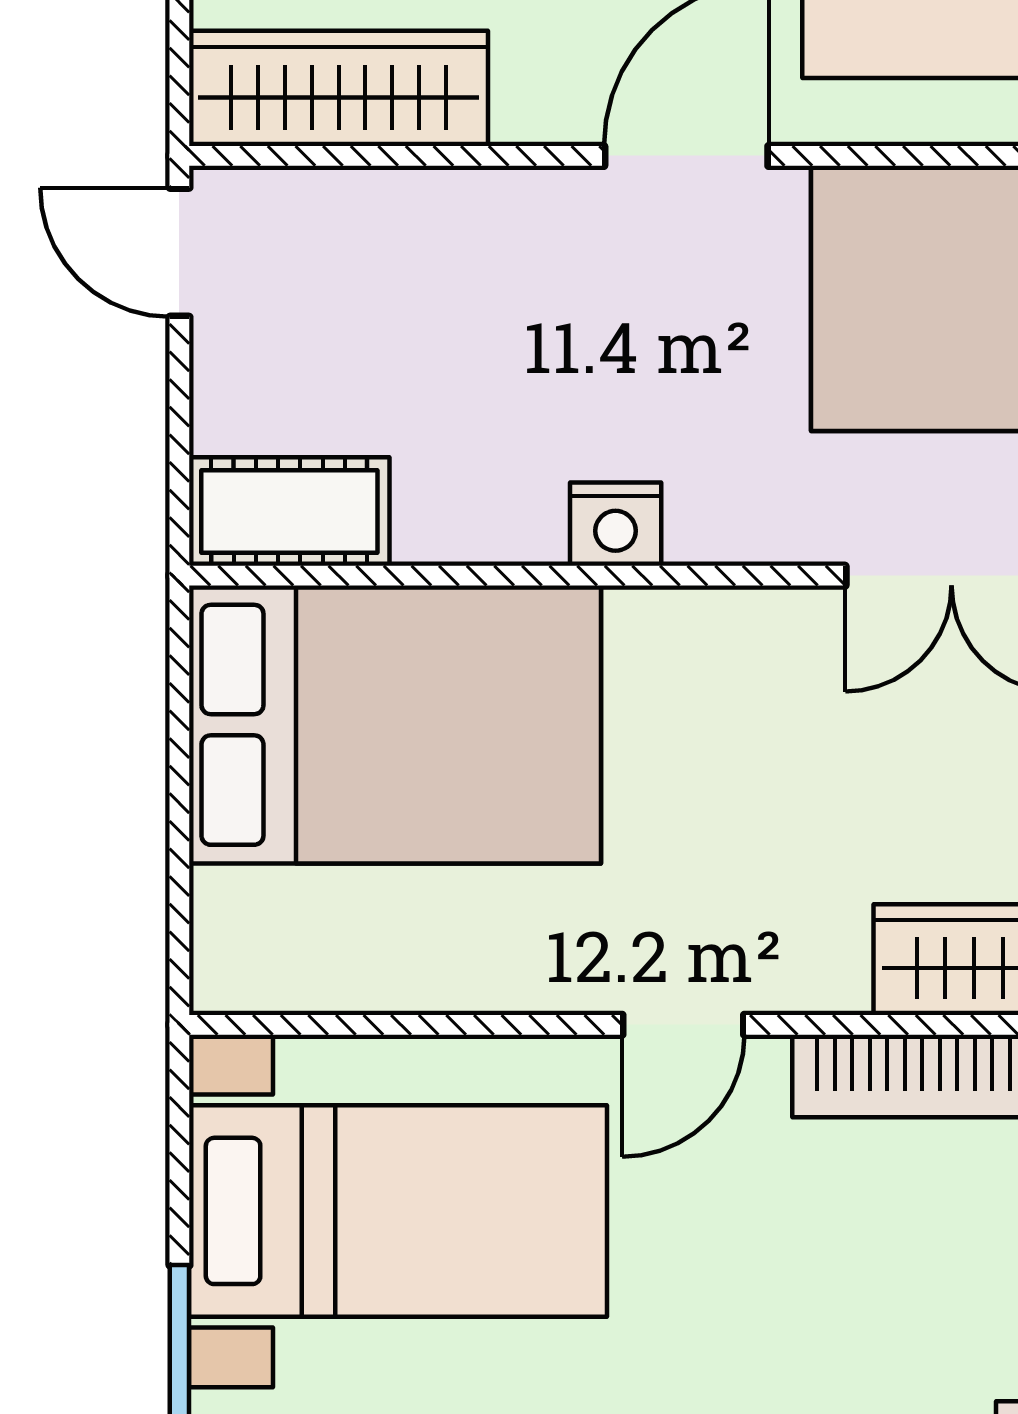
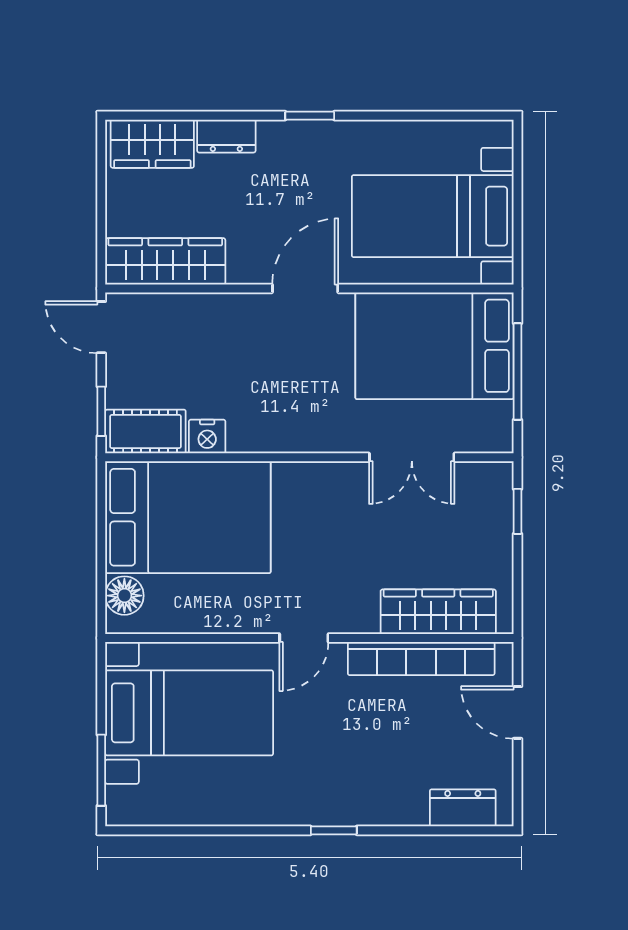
window: (179, 461) -> (101, 411), added
nightstand: (616, 524) -> (207, 437), moved
floor lamp: (237, 919) -> (124, 596), added

